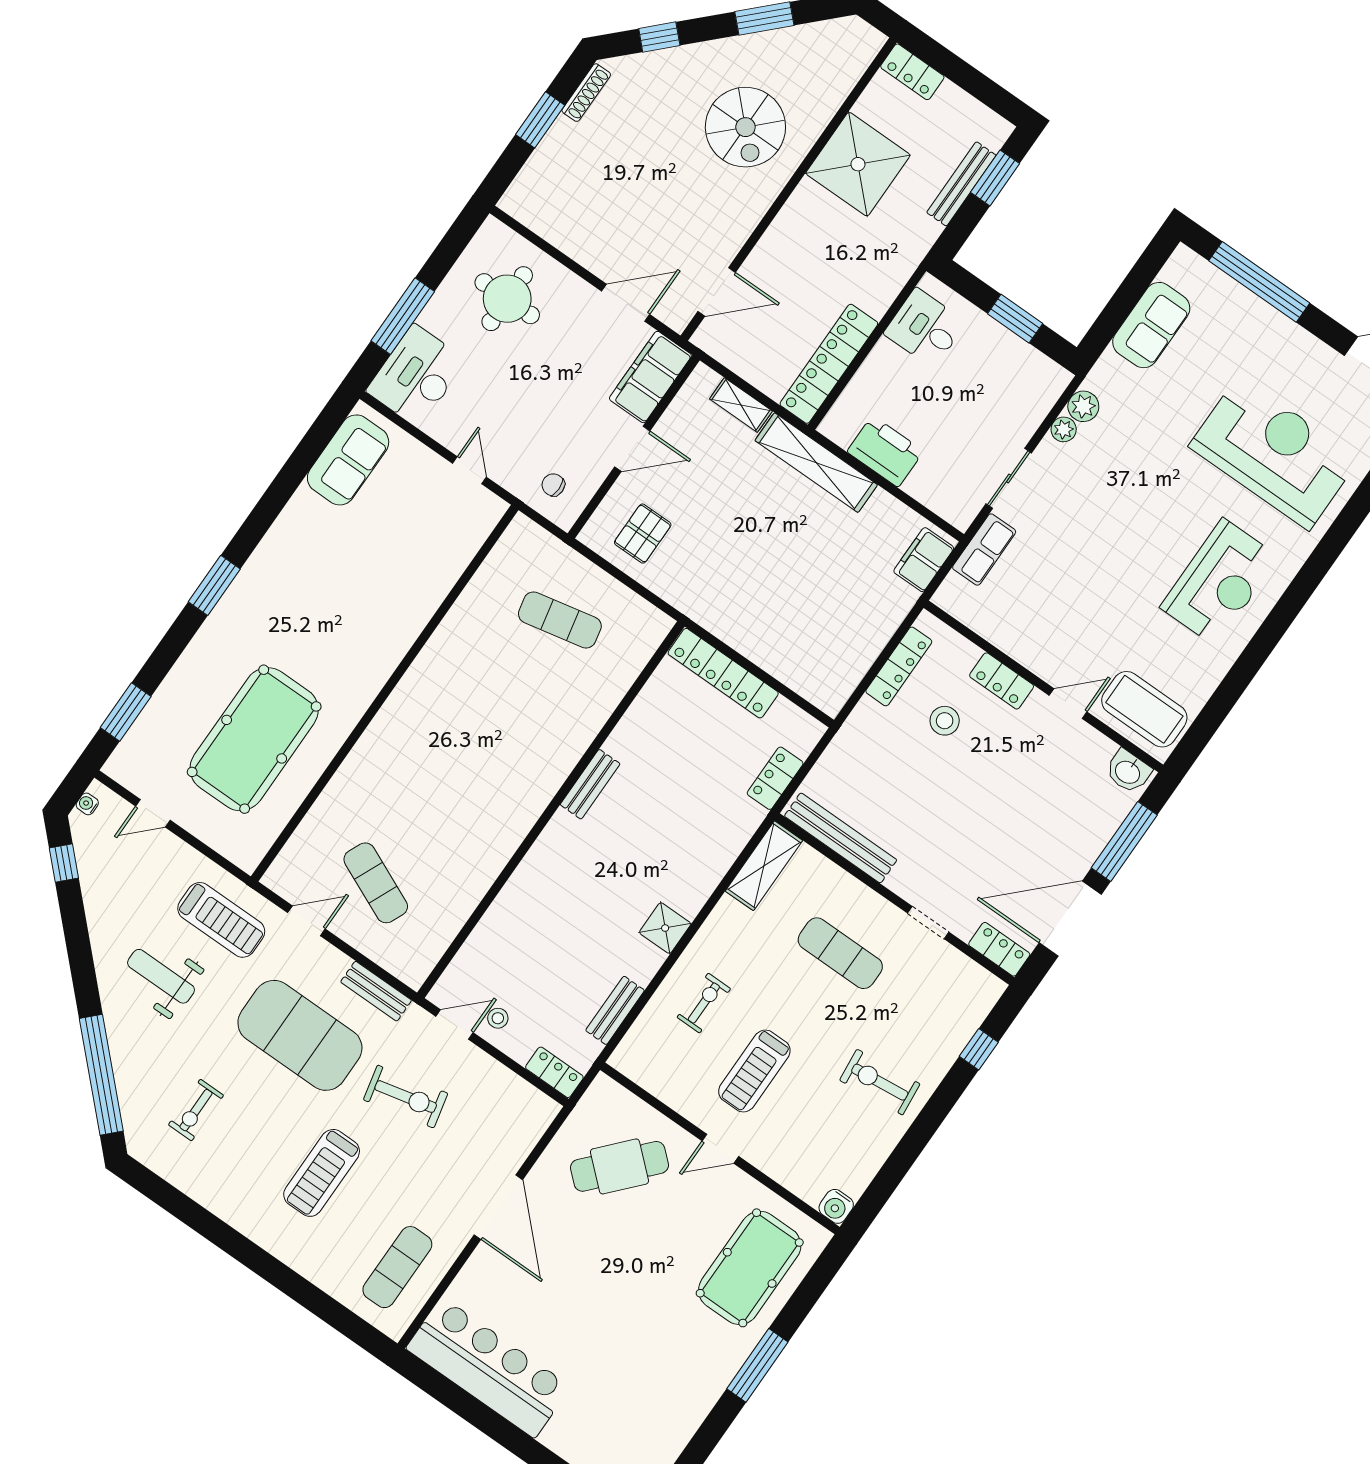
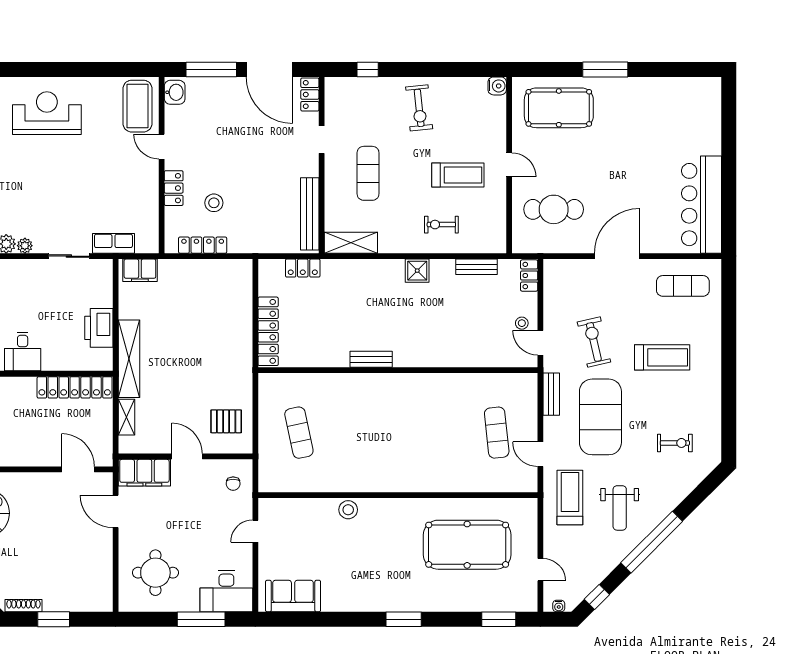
stool: (411, 614) -> (348, 510), added
exercise mat: (376, 883) -> (497, 433), turned -30
window: (101, 1075) -> (652, 542), moved
cafe table: (619, 1166) -> (554, 209), turned -42

